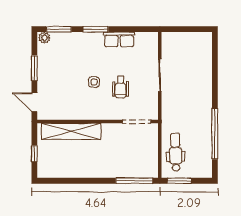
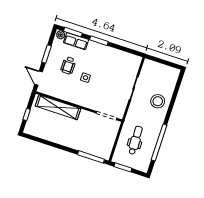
row of seats: (119, 39) -> (76, 41), moved
stool: (196, 82) -> (158, 101), added
wheelchair: (121, 87) -> (68, 65), moved
dental chair: (176, 152) -> (135, 140), moved

